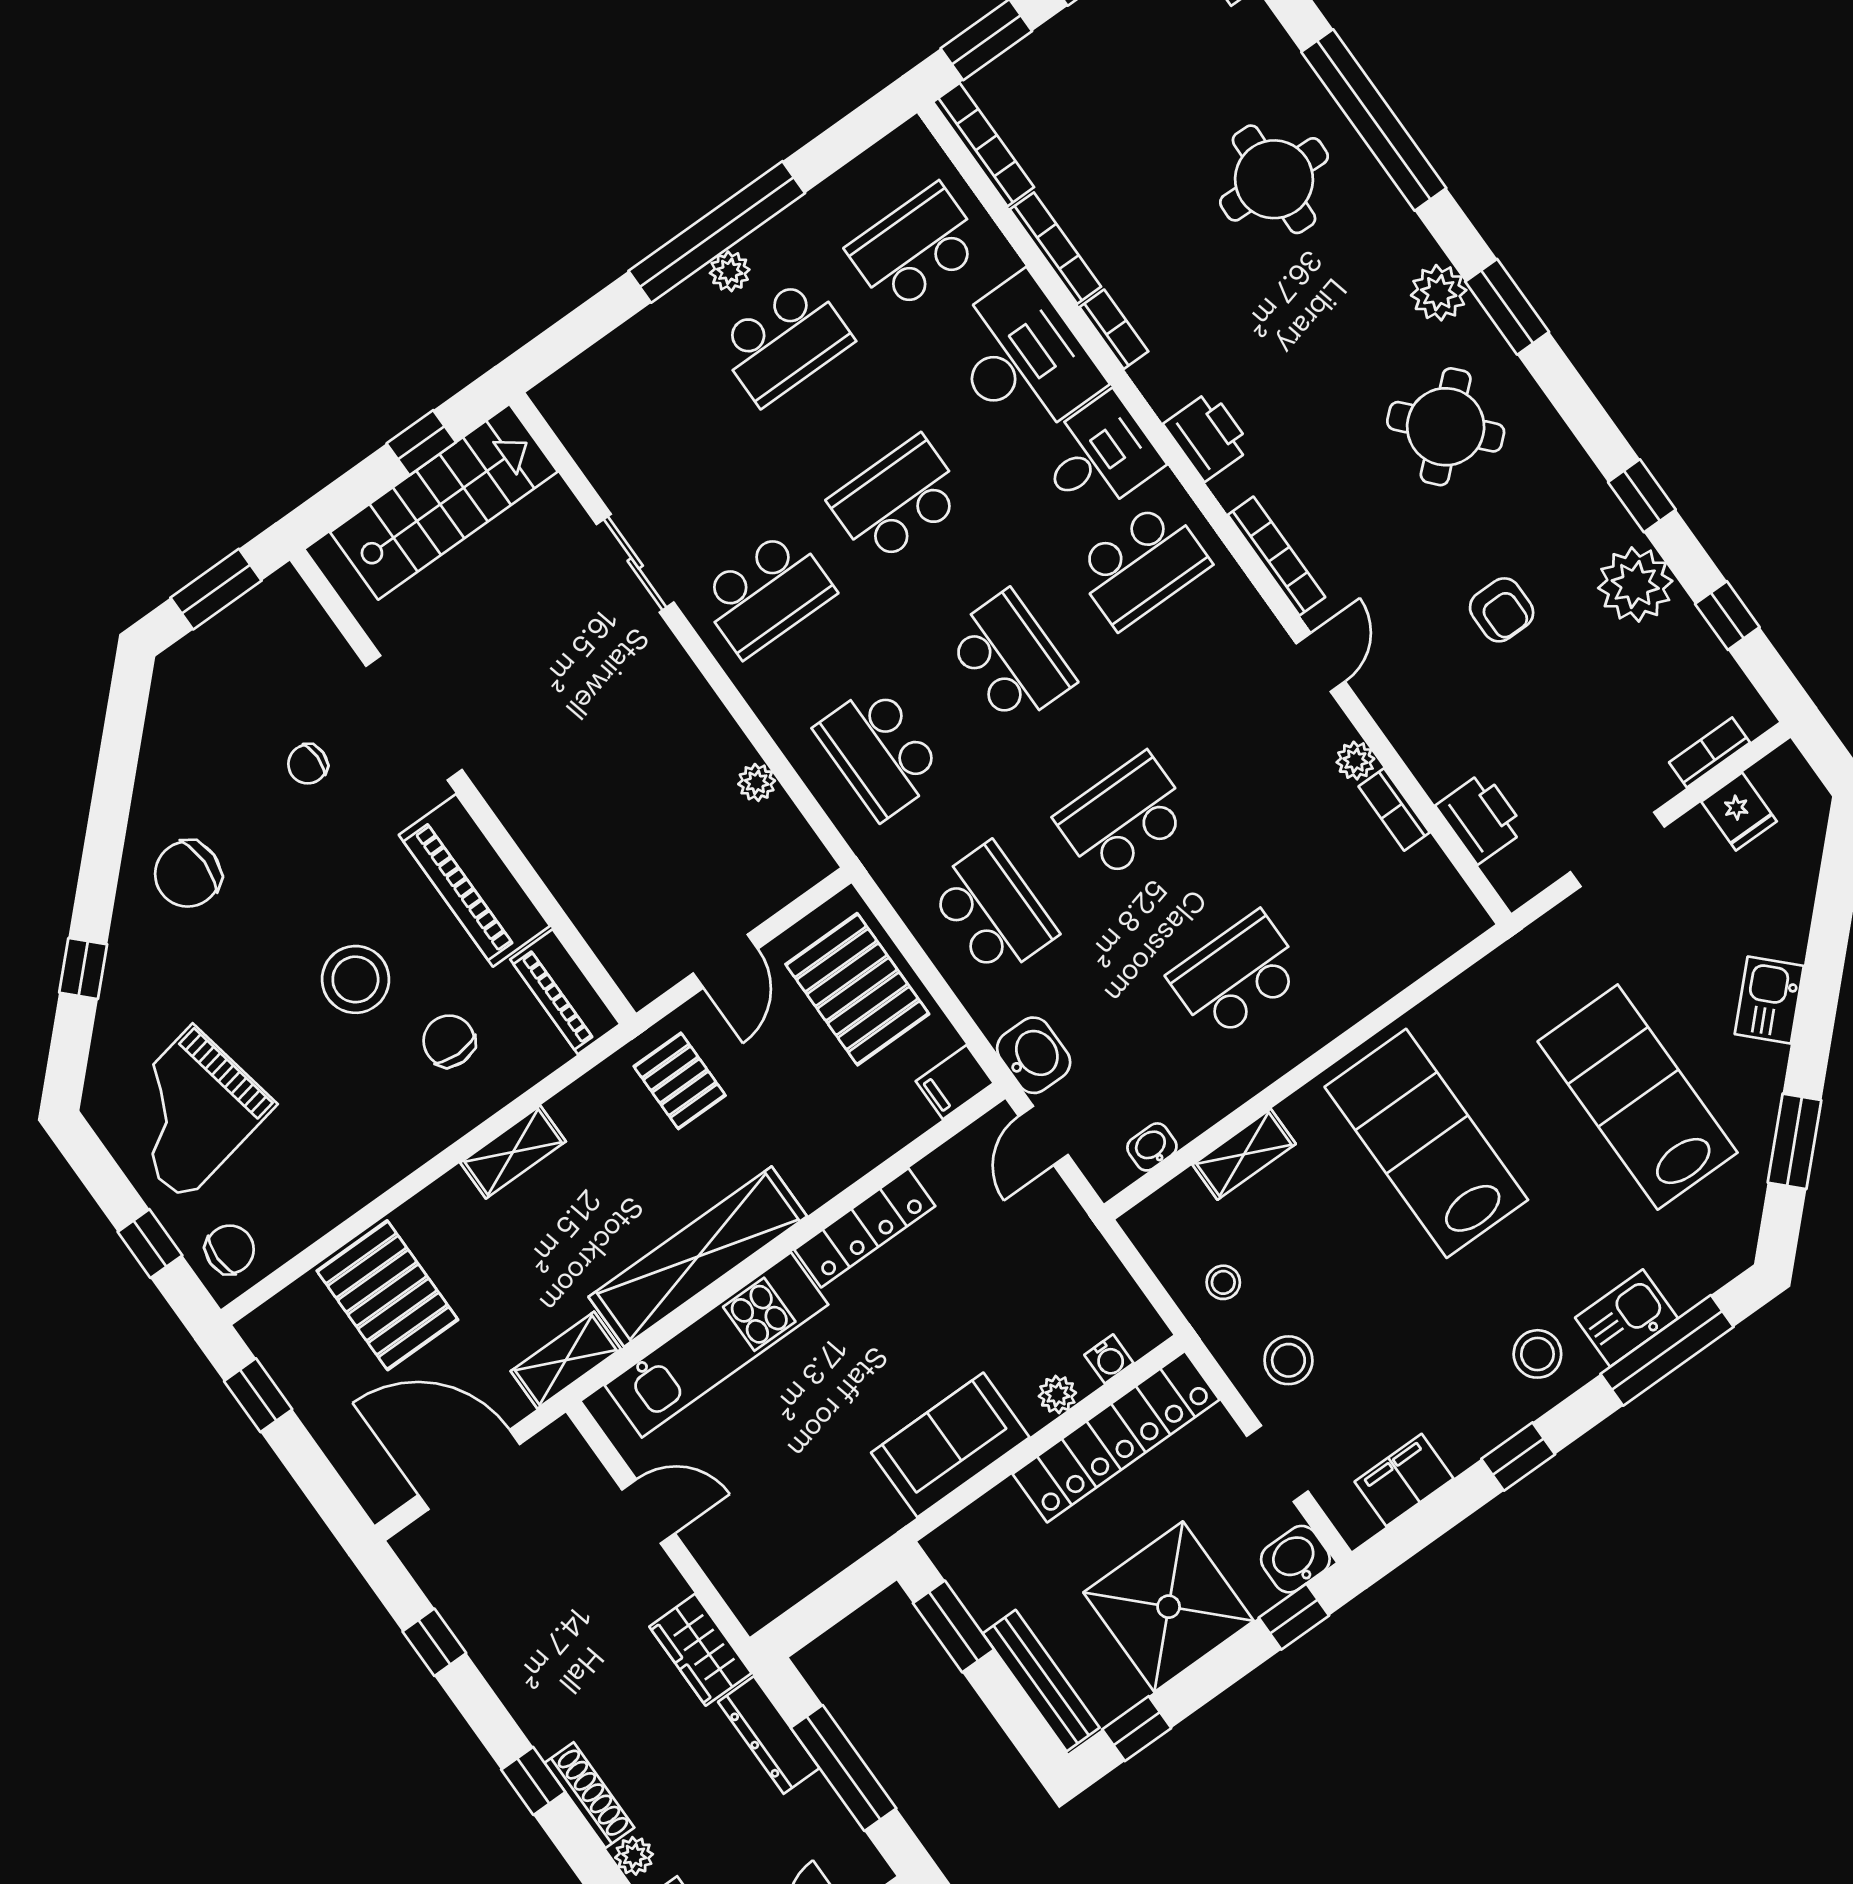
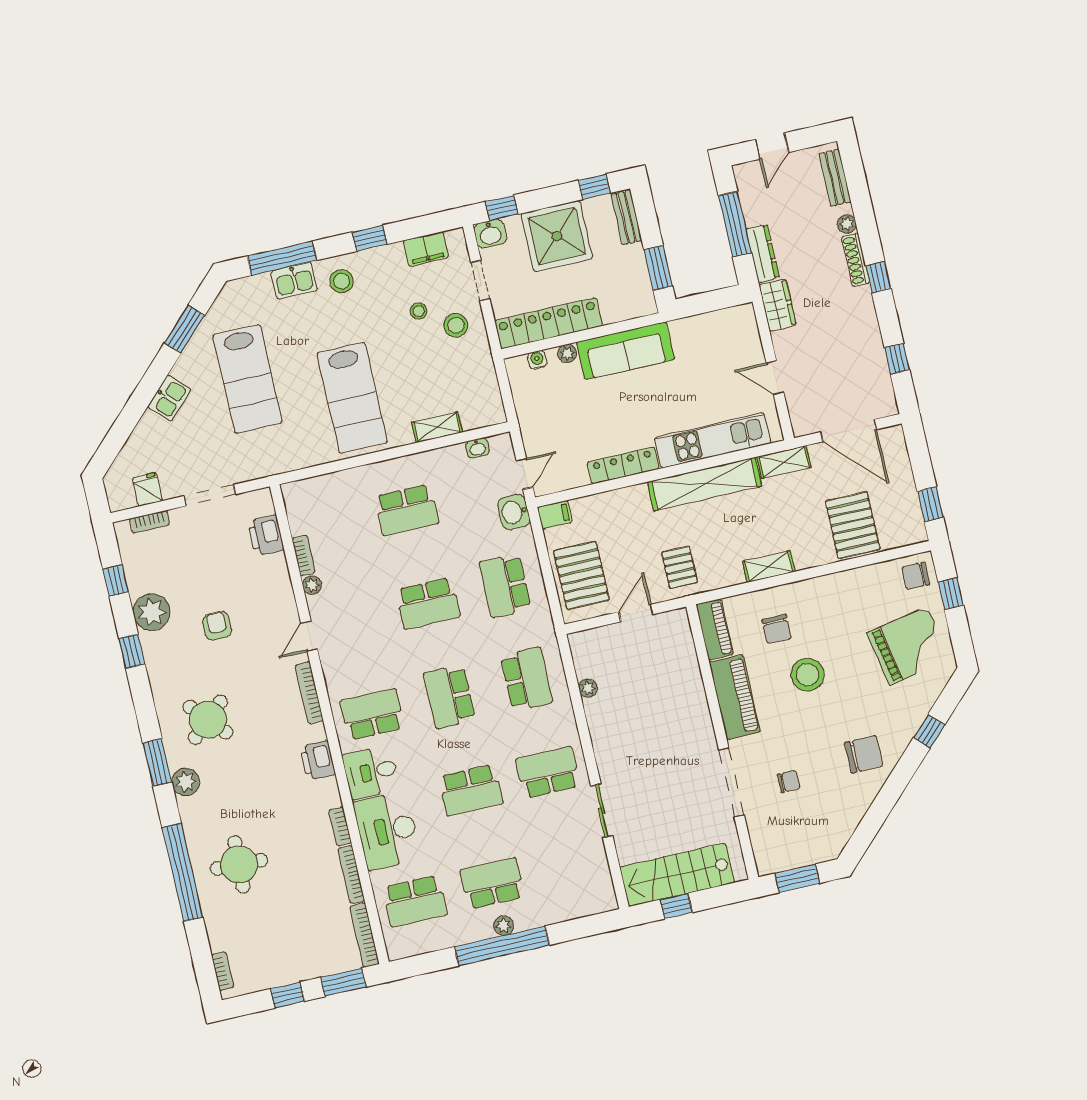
stool: (1223, 1282) -> (419, 311), moved
sofa: (950, 1445) -> (625, 351), width x1.36
bench: (1041, 1680) -> (627, 217), width x0.73

